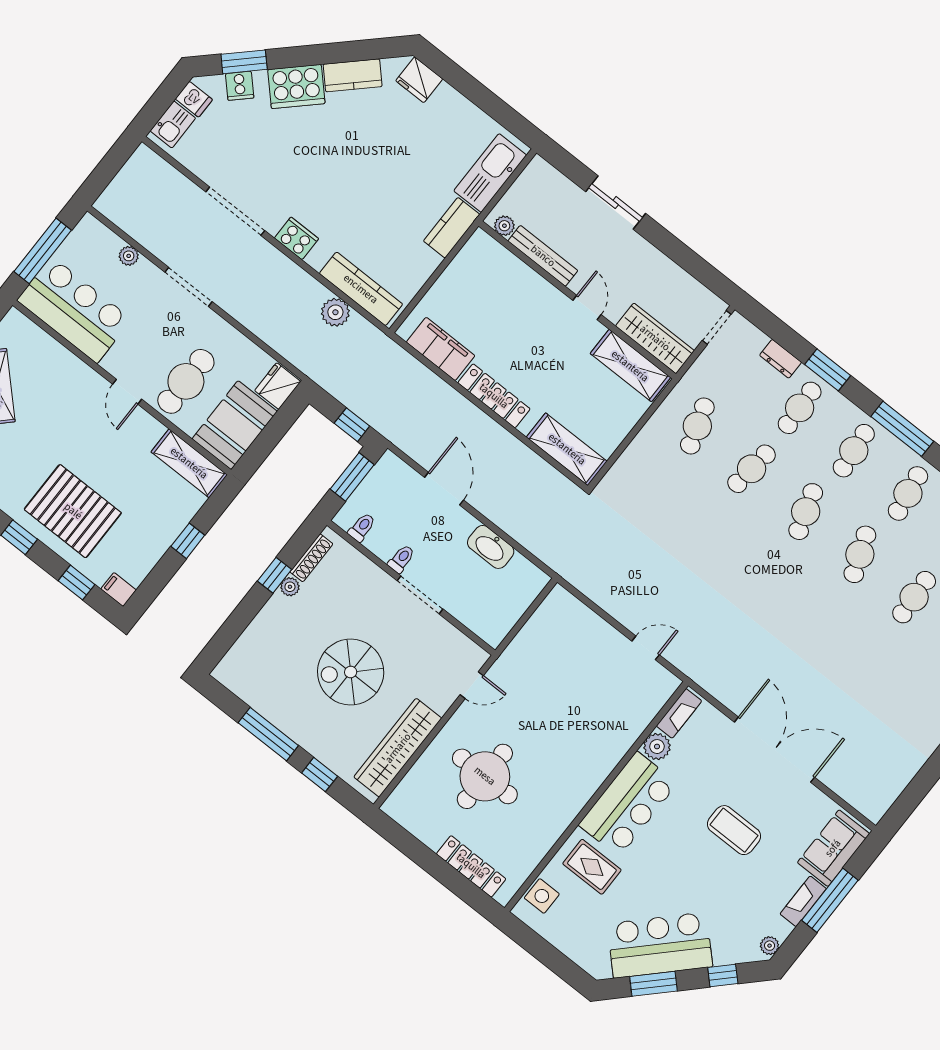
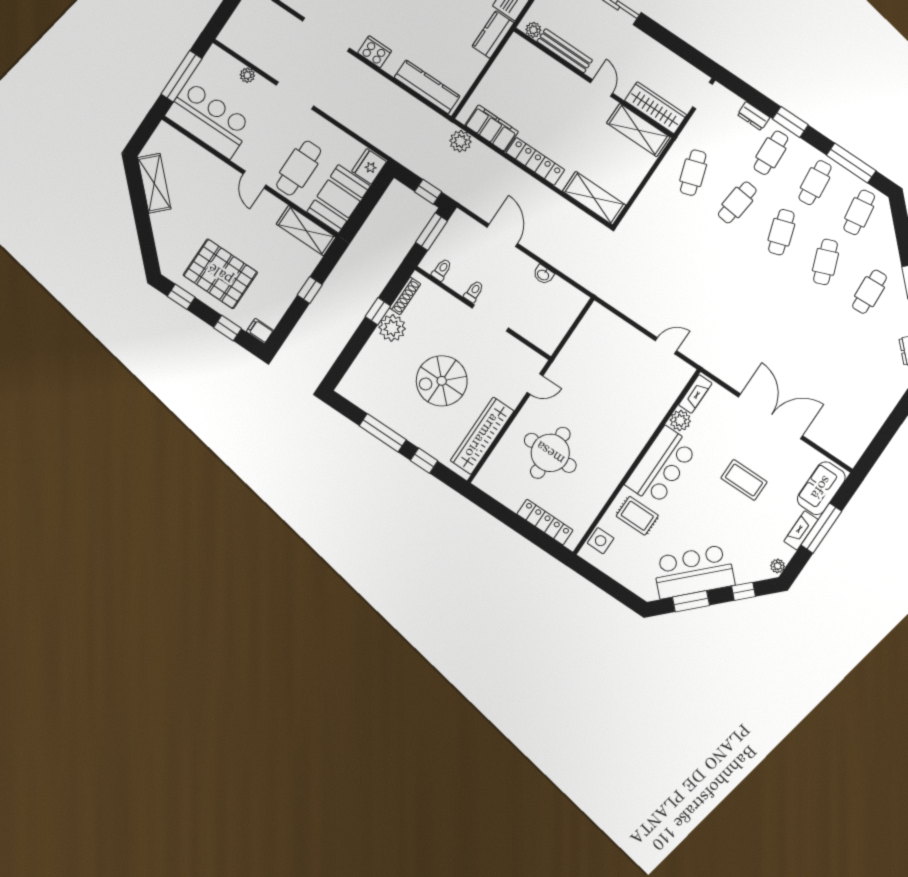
plant: (335, 312) -> (460, 141), moved
washbasin: (491, 547) -> (543, 275), width x0.52, depth x0.69
plant: (290, 587) -> (392, 328), width x1.88, depth x1.88

